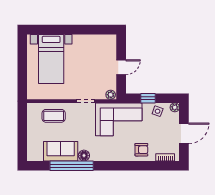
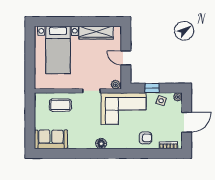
wardrobe: (90, 41) -> (96, 33), added
door: (121, 67) -> (126, 58), swing flipped
sofa: (61, 151) -> (51, 139), moved
floor lamp: (84, 156) -> (101, 144), moved
window: (72, 166) -> (78, 153), removed

